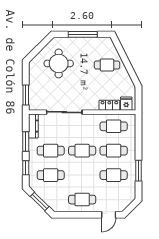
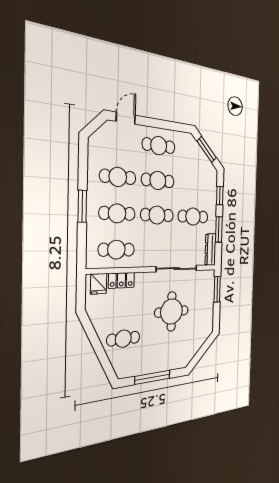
round table: (59, 63) -> (172, 311), moved
window: (139, 171) -> (82, 206), moved
cafe table: (51, 175) -> (158, 180), moved

